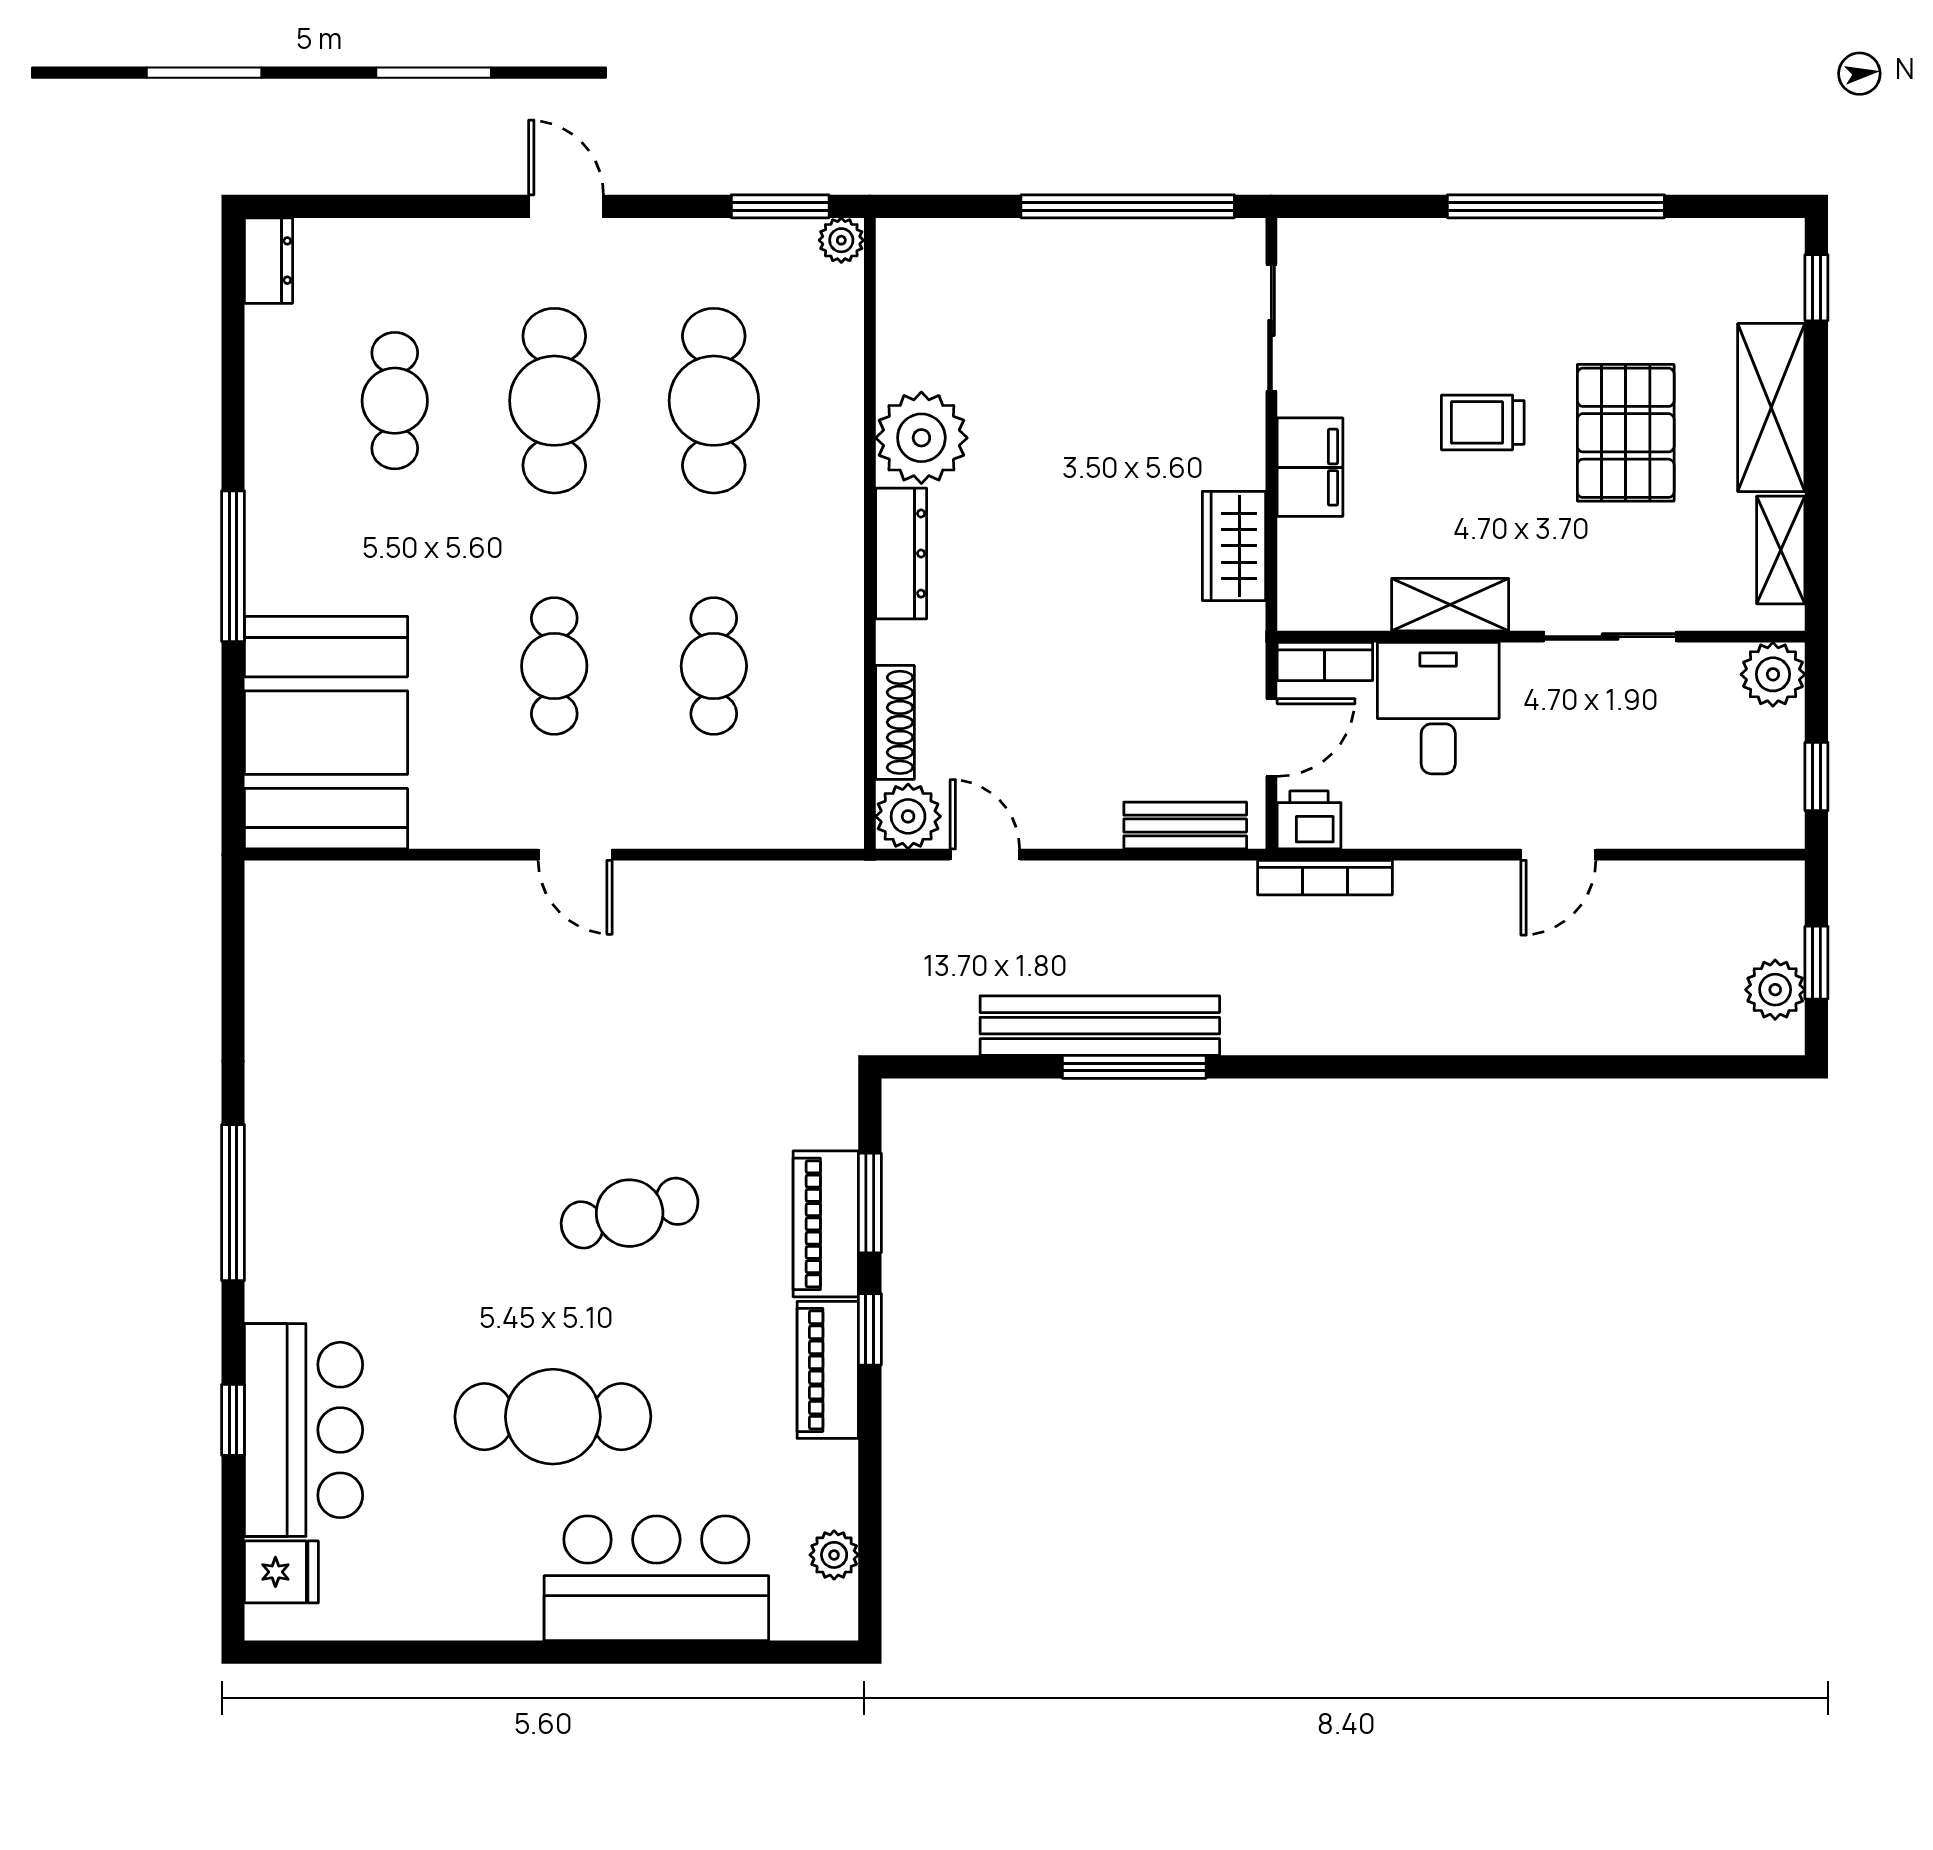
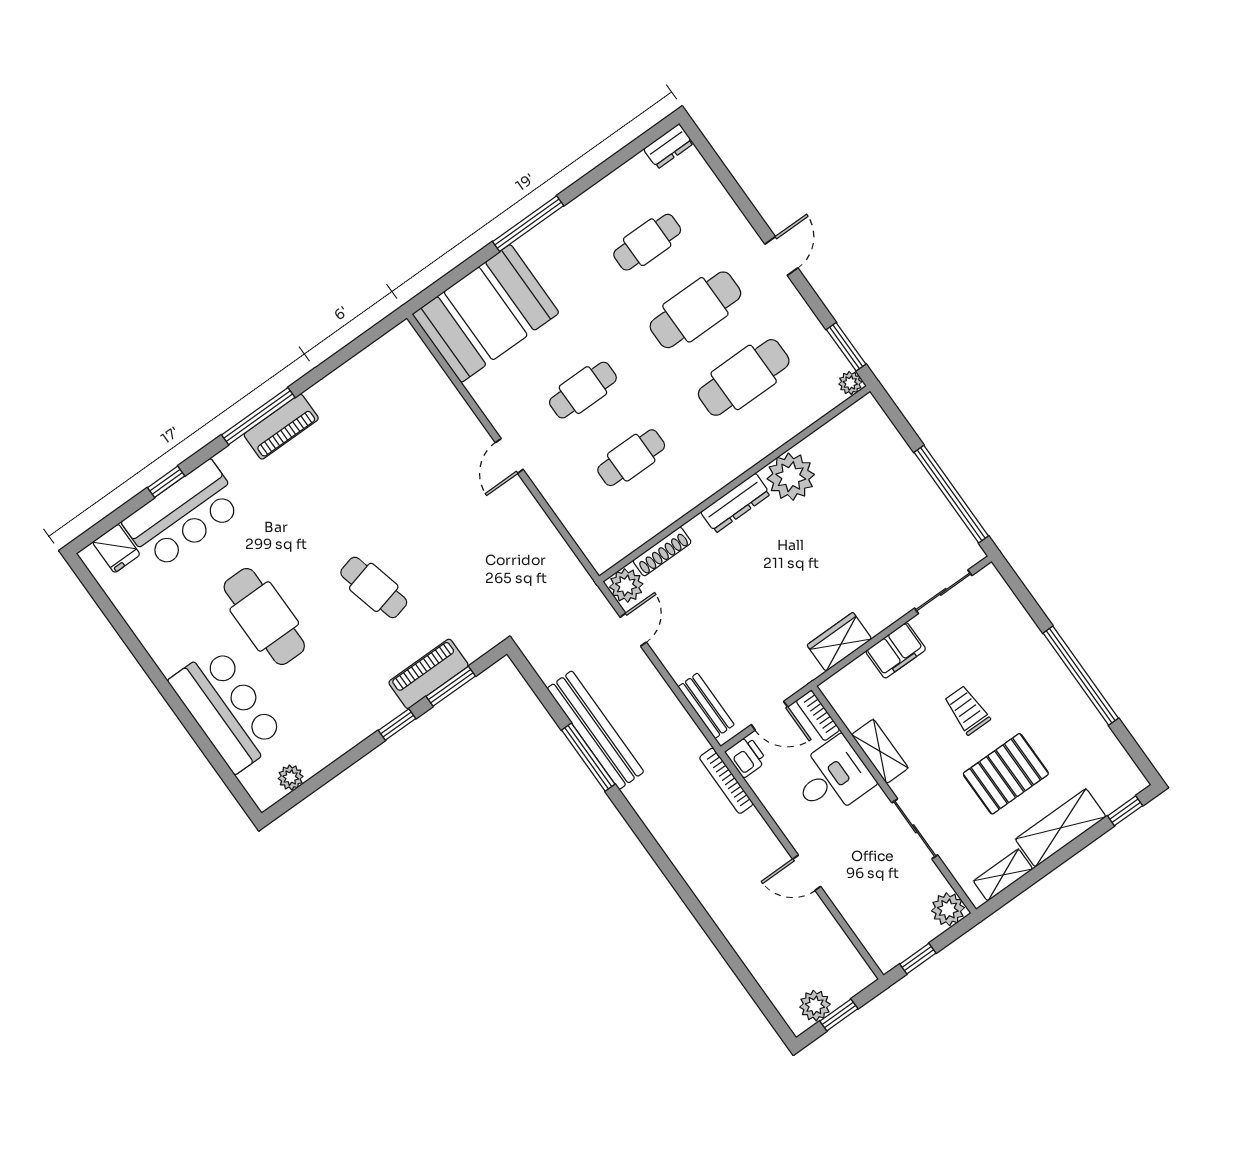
piano: (828, 1370) -> (281, 427), moved, turned 180

